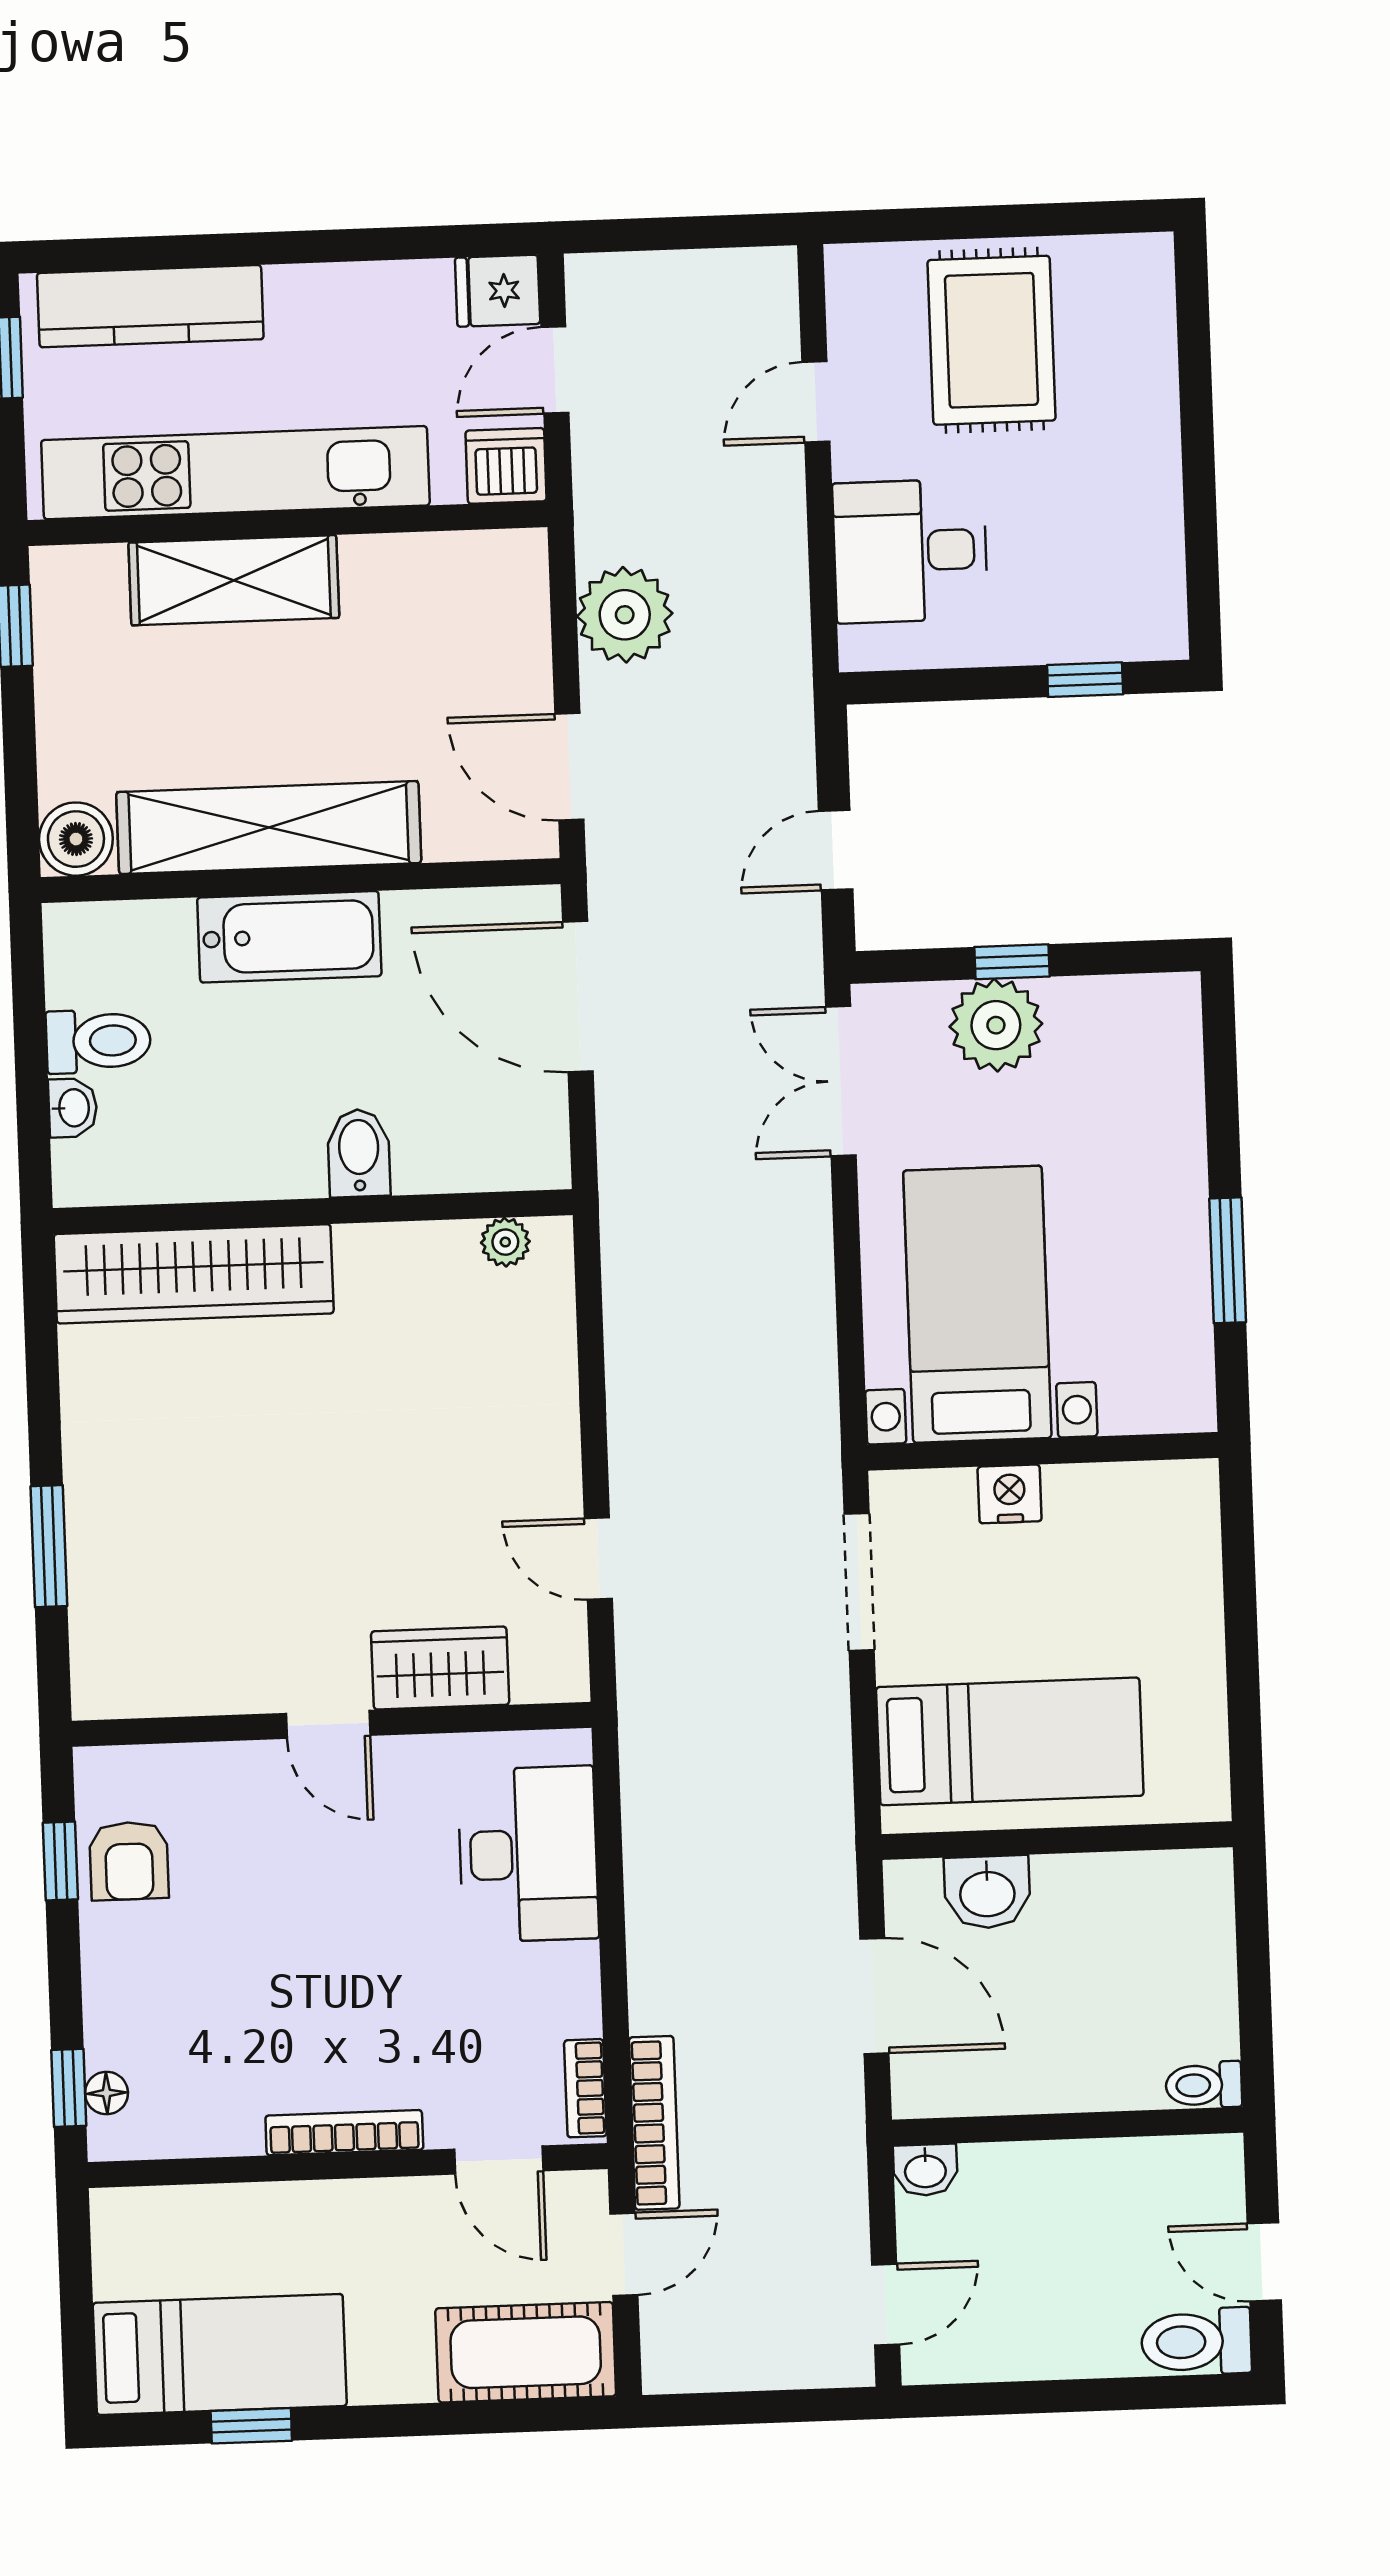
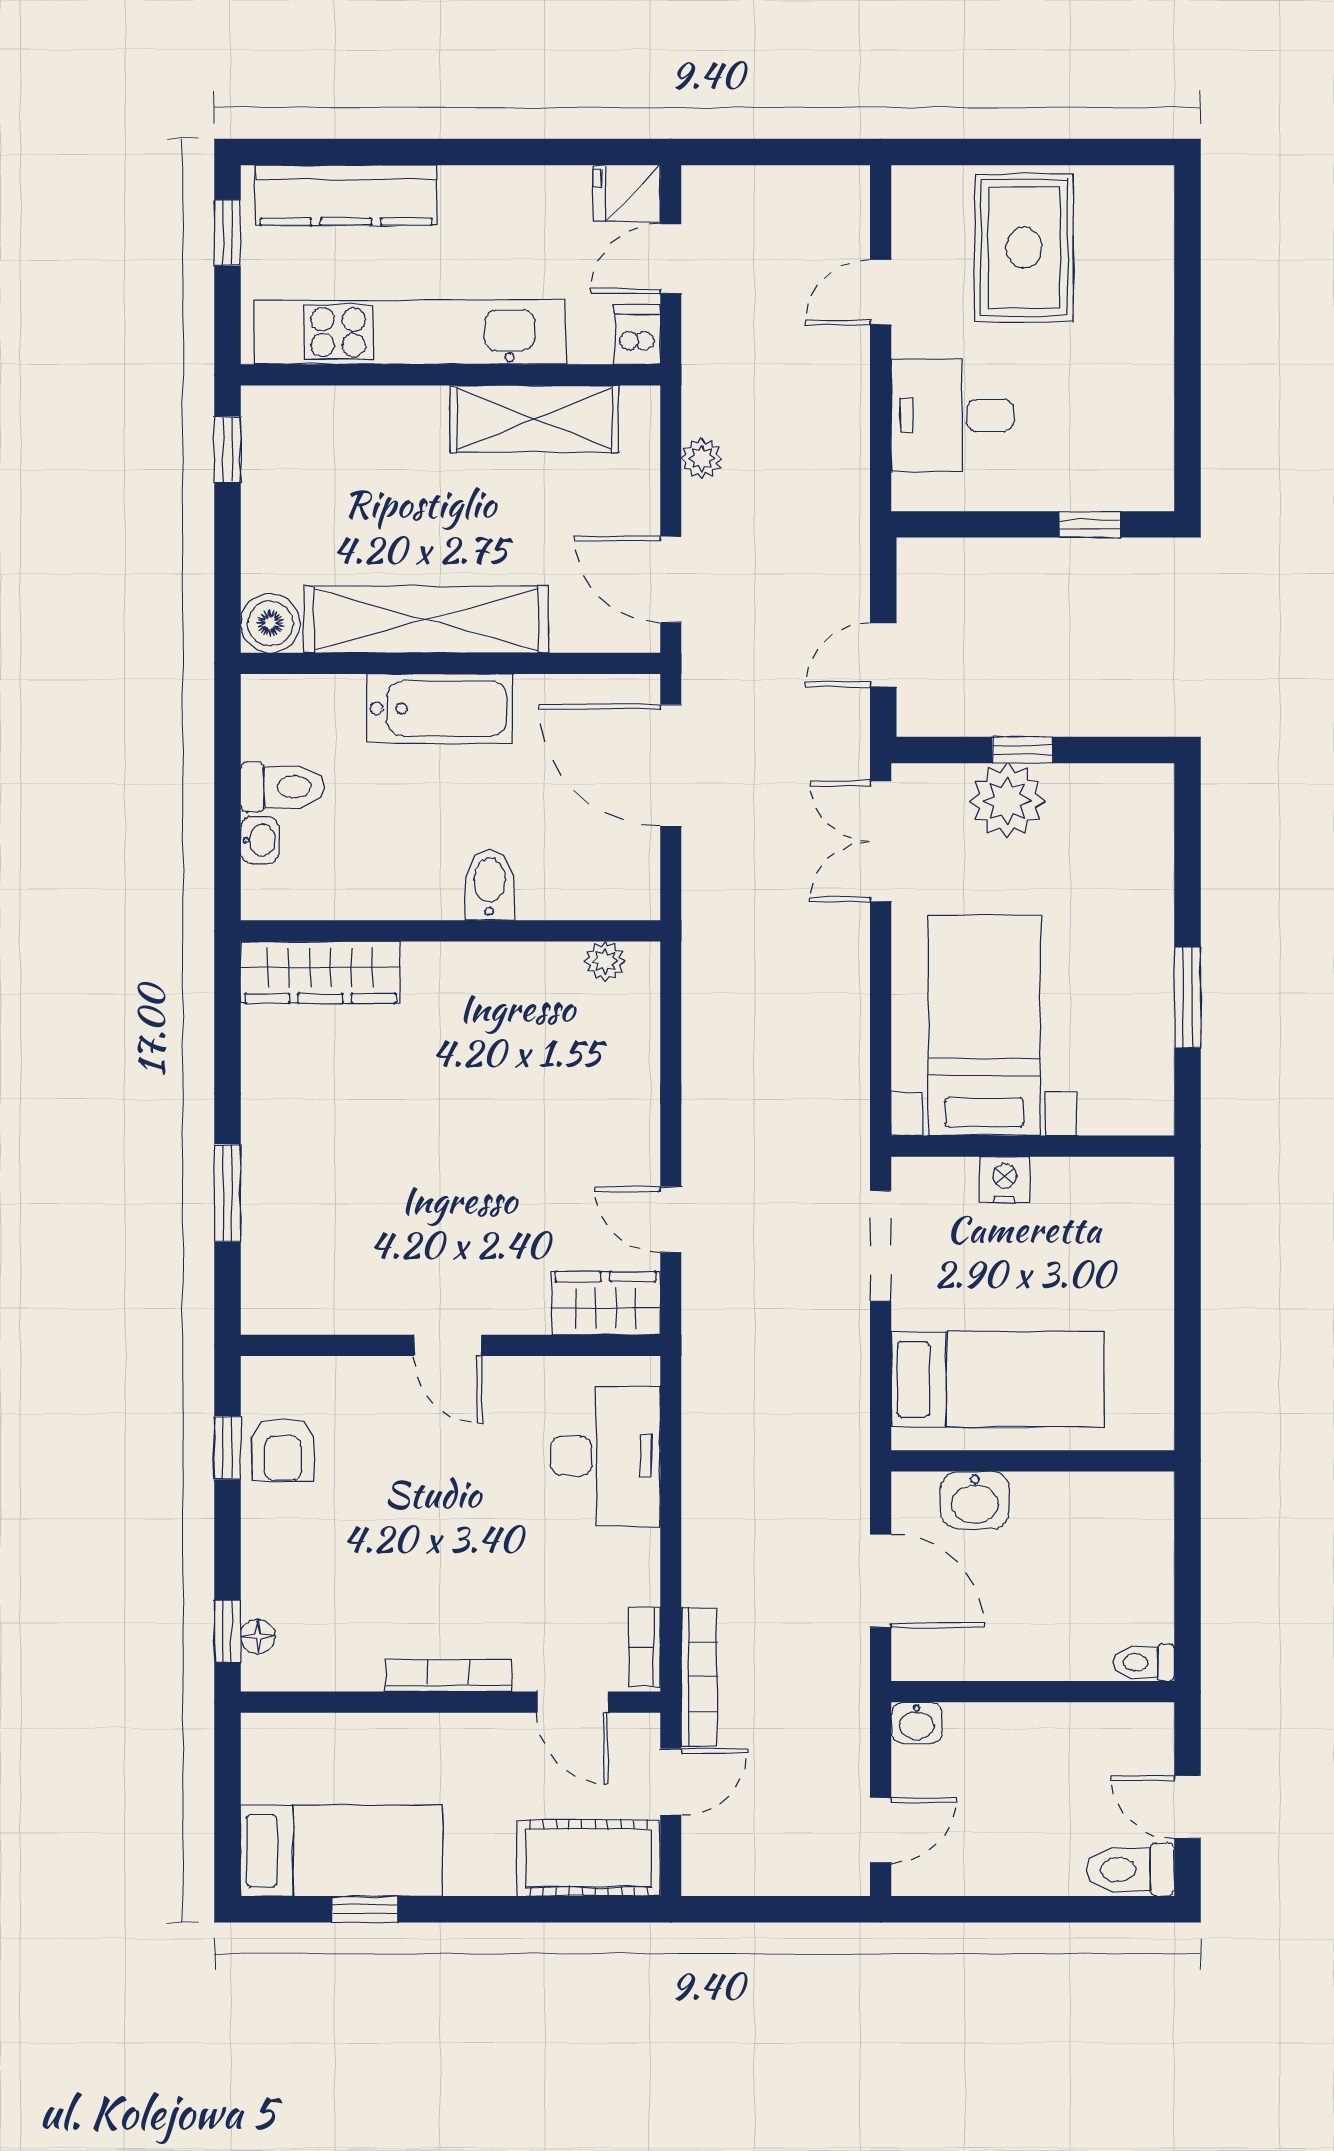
dishwasher: (506, 466) -> (637, 335), width x0.73
shelving: (234, 580) -> (534, 419), moved
plant: (625, 615) -> (702, 458), width x0.53, depth x0.53
wardrobe: (194, 1274) -> (320, 972), width x0.71, depth x0.85
wardrobe: (440, 1668) -> (606, 1303), moved

